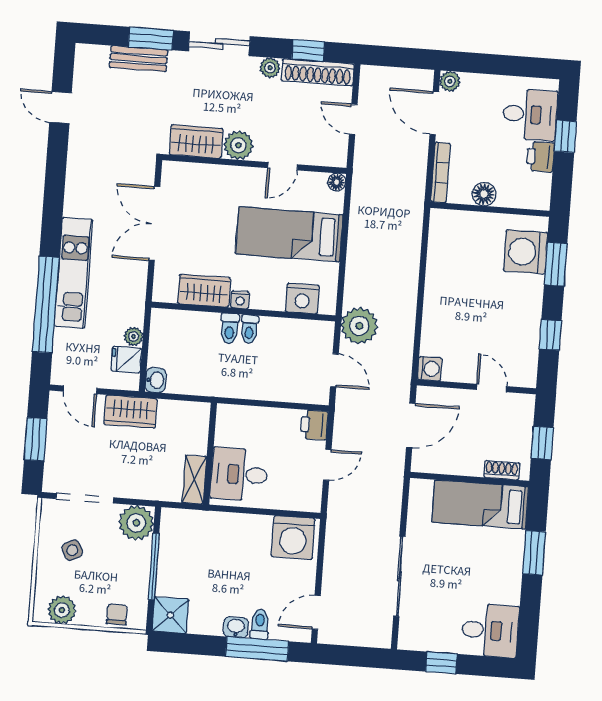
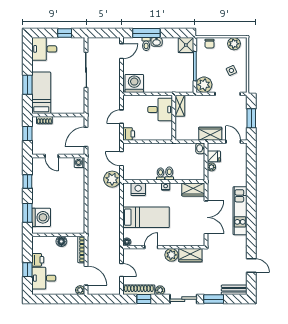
bench: (139, 59) -> (234, 290), moved
kitchen unit: (74, 273) -> (240, 211), moved
wardrobe: (204, 291) -> (193, 189), moved
window: (46, 305) -> (251, 178), removed
bed: (480, 504) -> (41, 93), moved, turned -90

